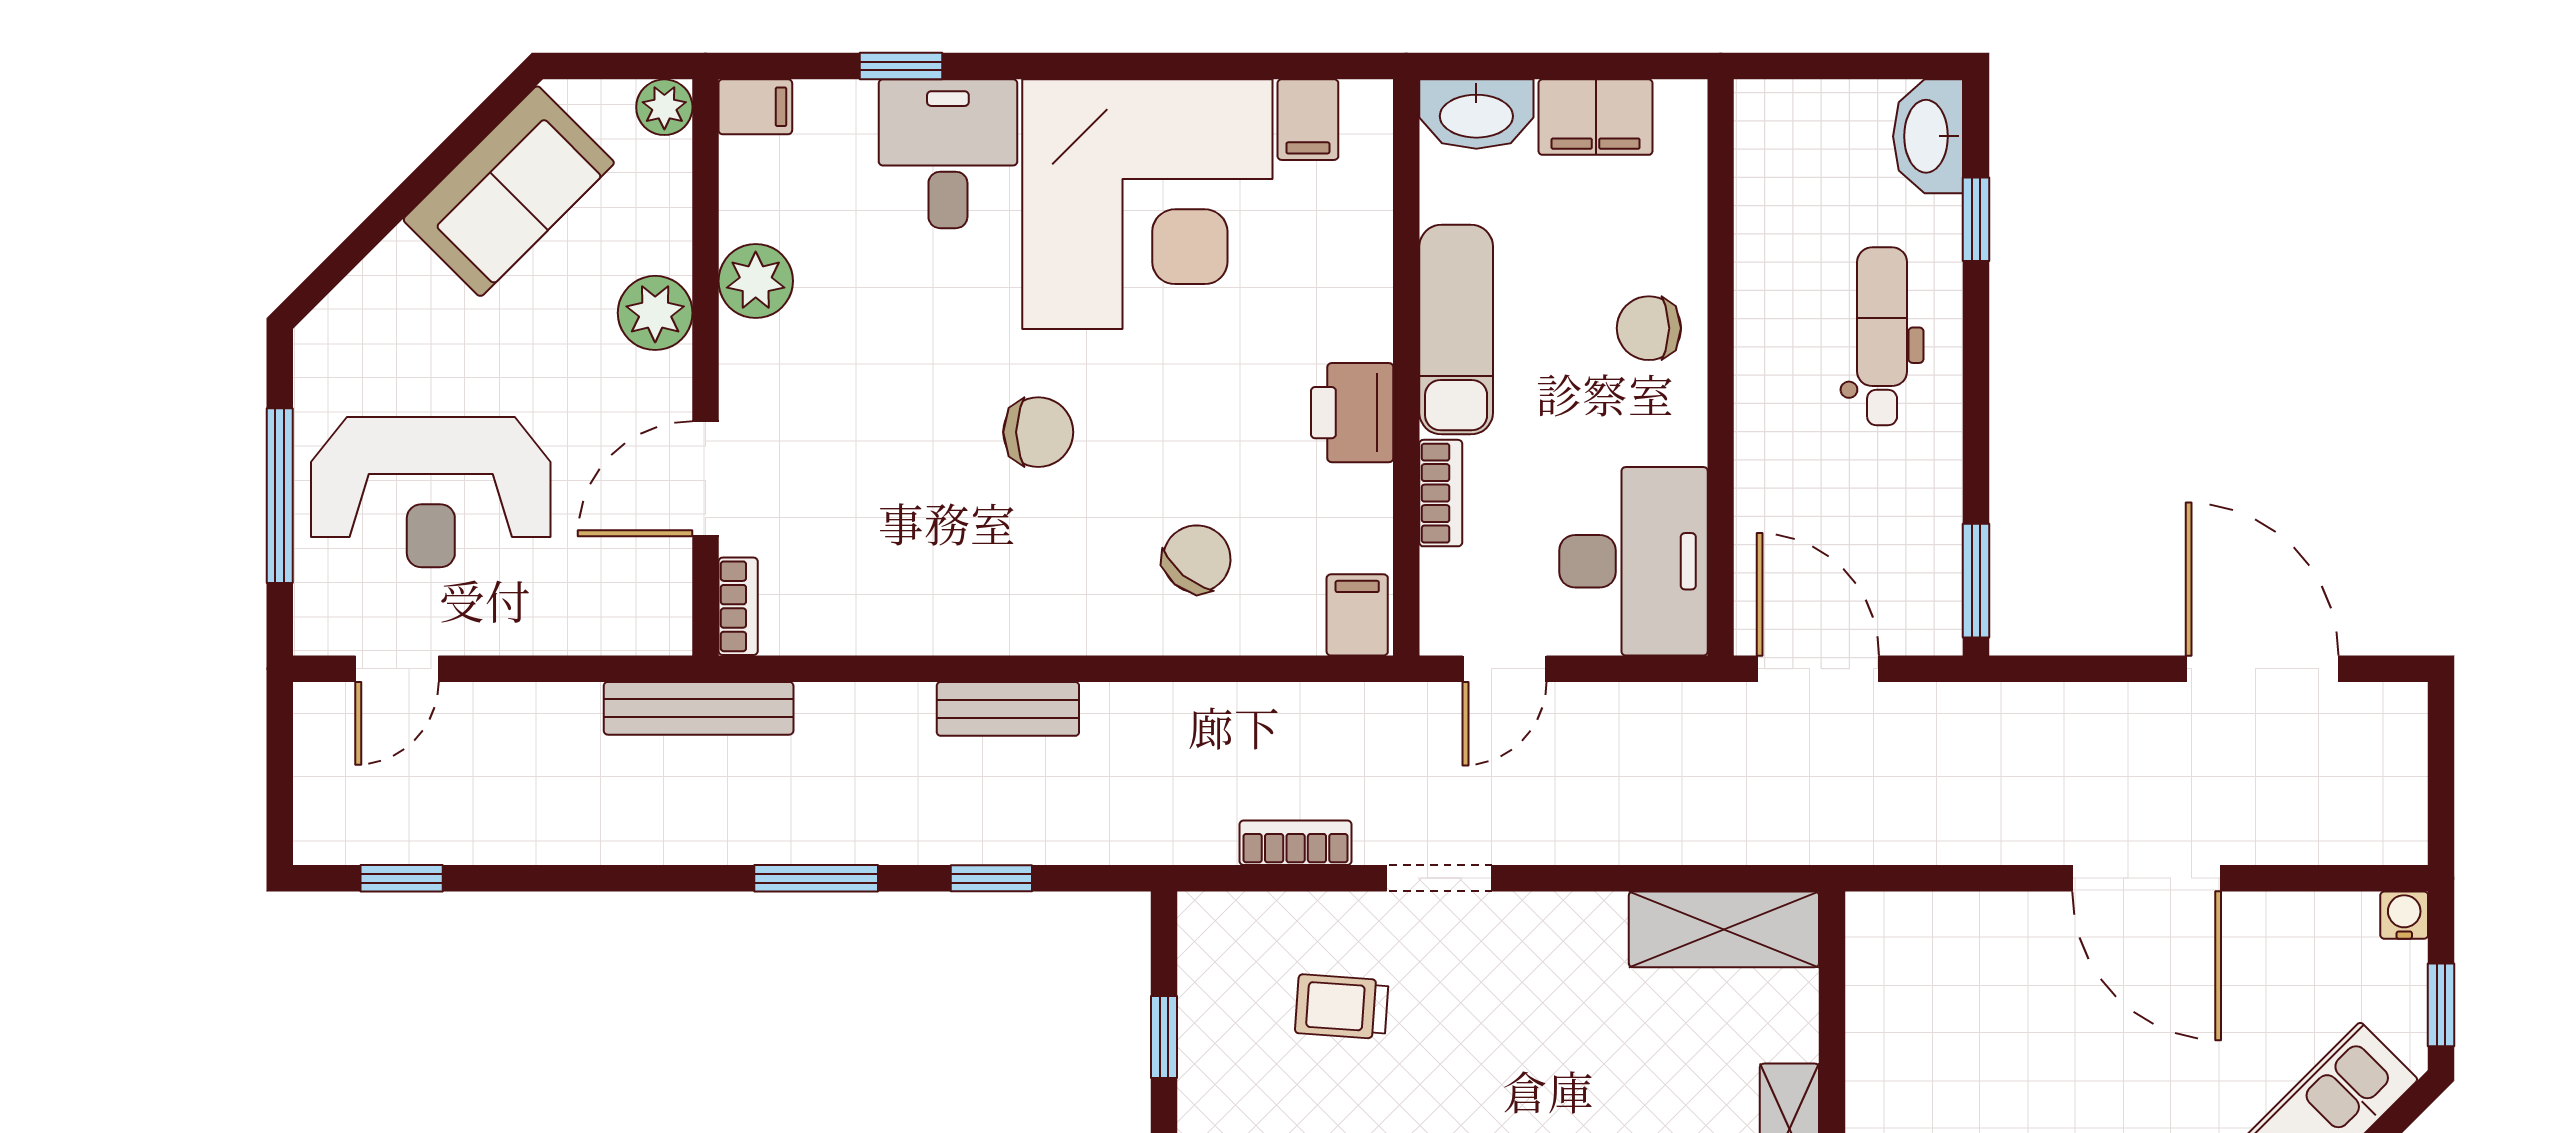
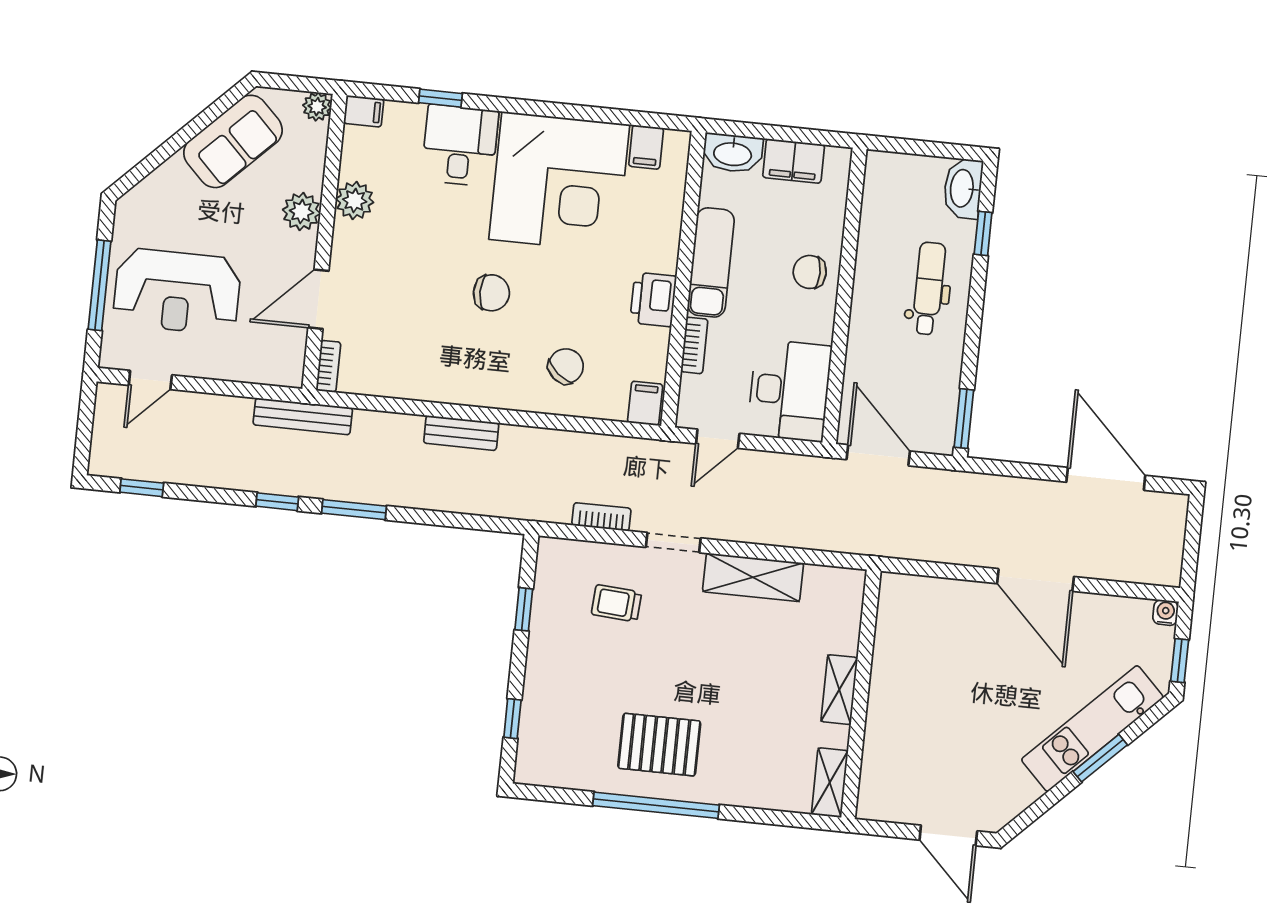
window: (991, 878) -> (277, 502), moved
shelving: (1724, 929) -> (753, 577), moved

